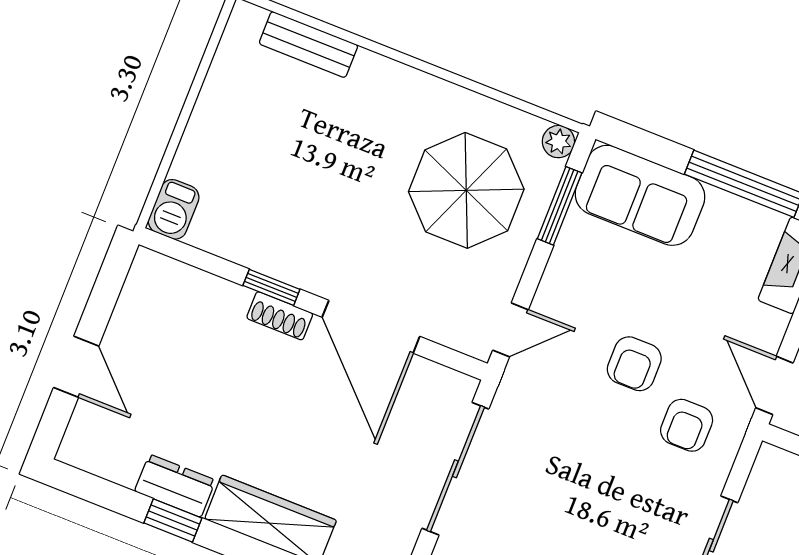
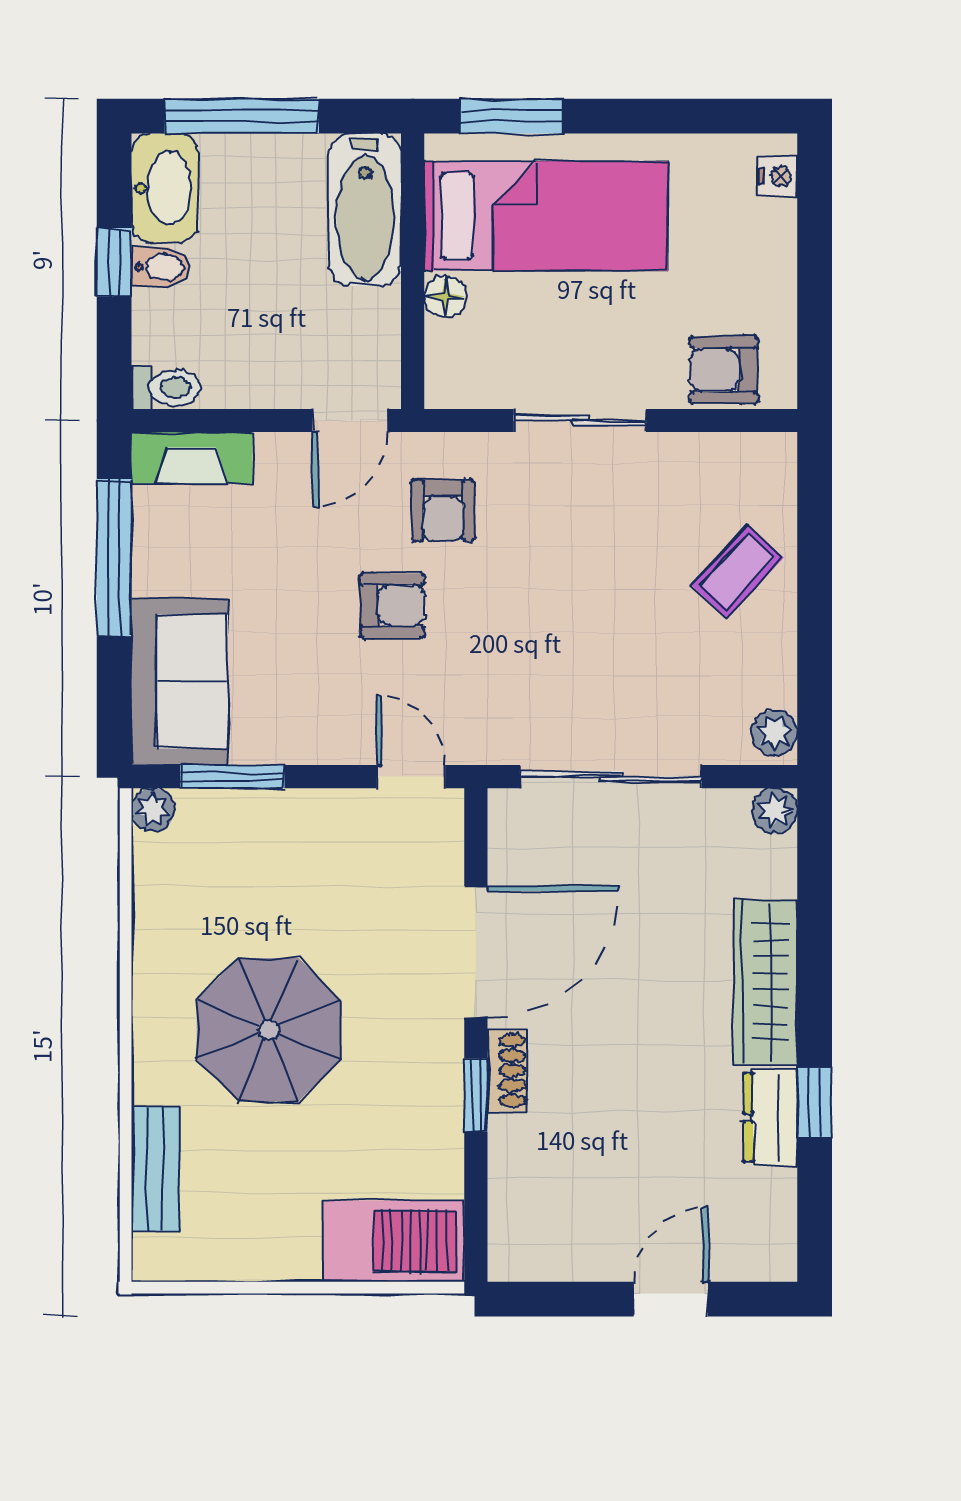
parasol: (466, 190) -> (269, 1030), moved
barbecue: (174, 209) -> (394, 1241), width x1.88, depth x1.53
armchair: (687, 425) -> (443, 510), turned 90

